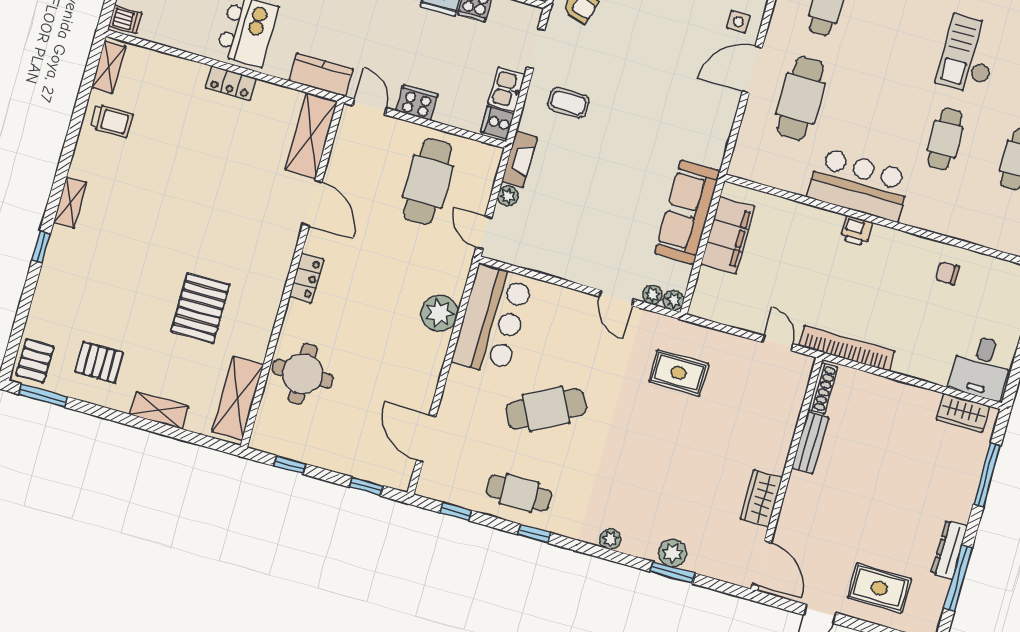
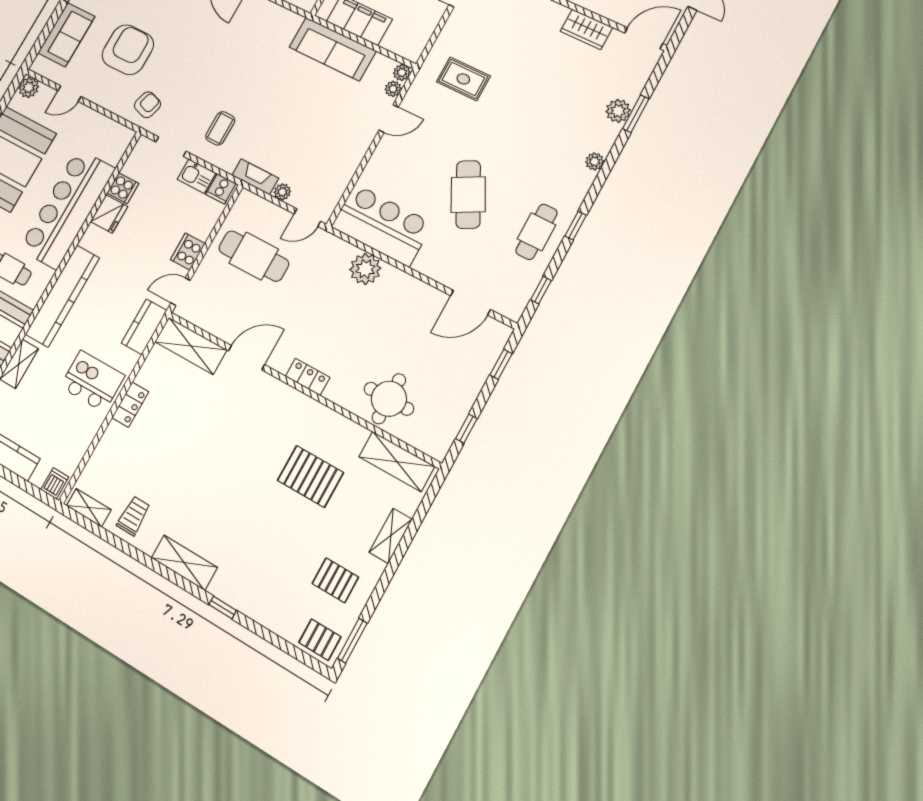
shelving: (70, 203) -> (184, 563), width x1.50, depth x1.33
pallet: (99, 362) -> (335, 580), turned 90
rug: (679, 373) -> (463, 79), turned 90

